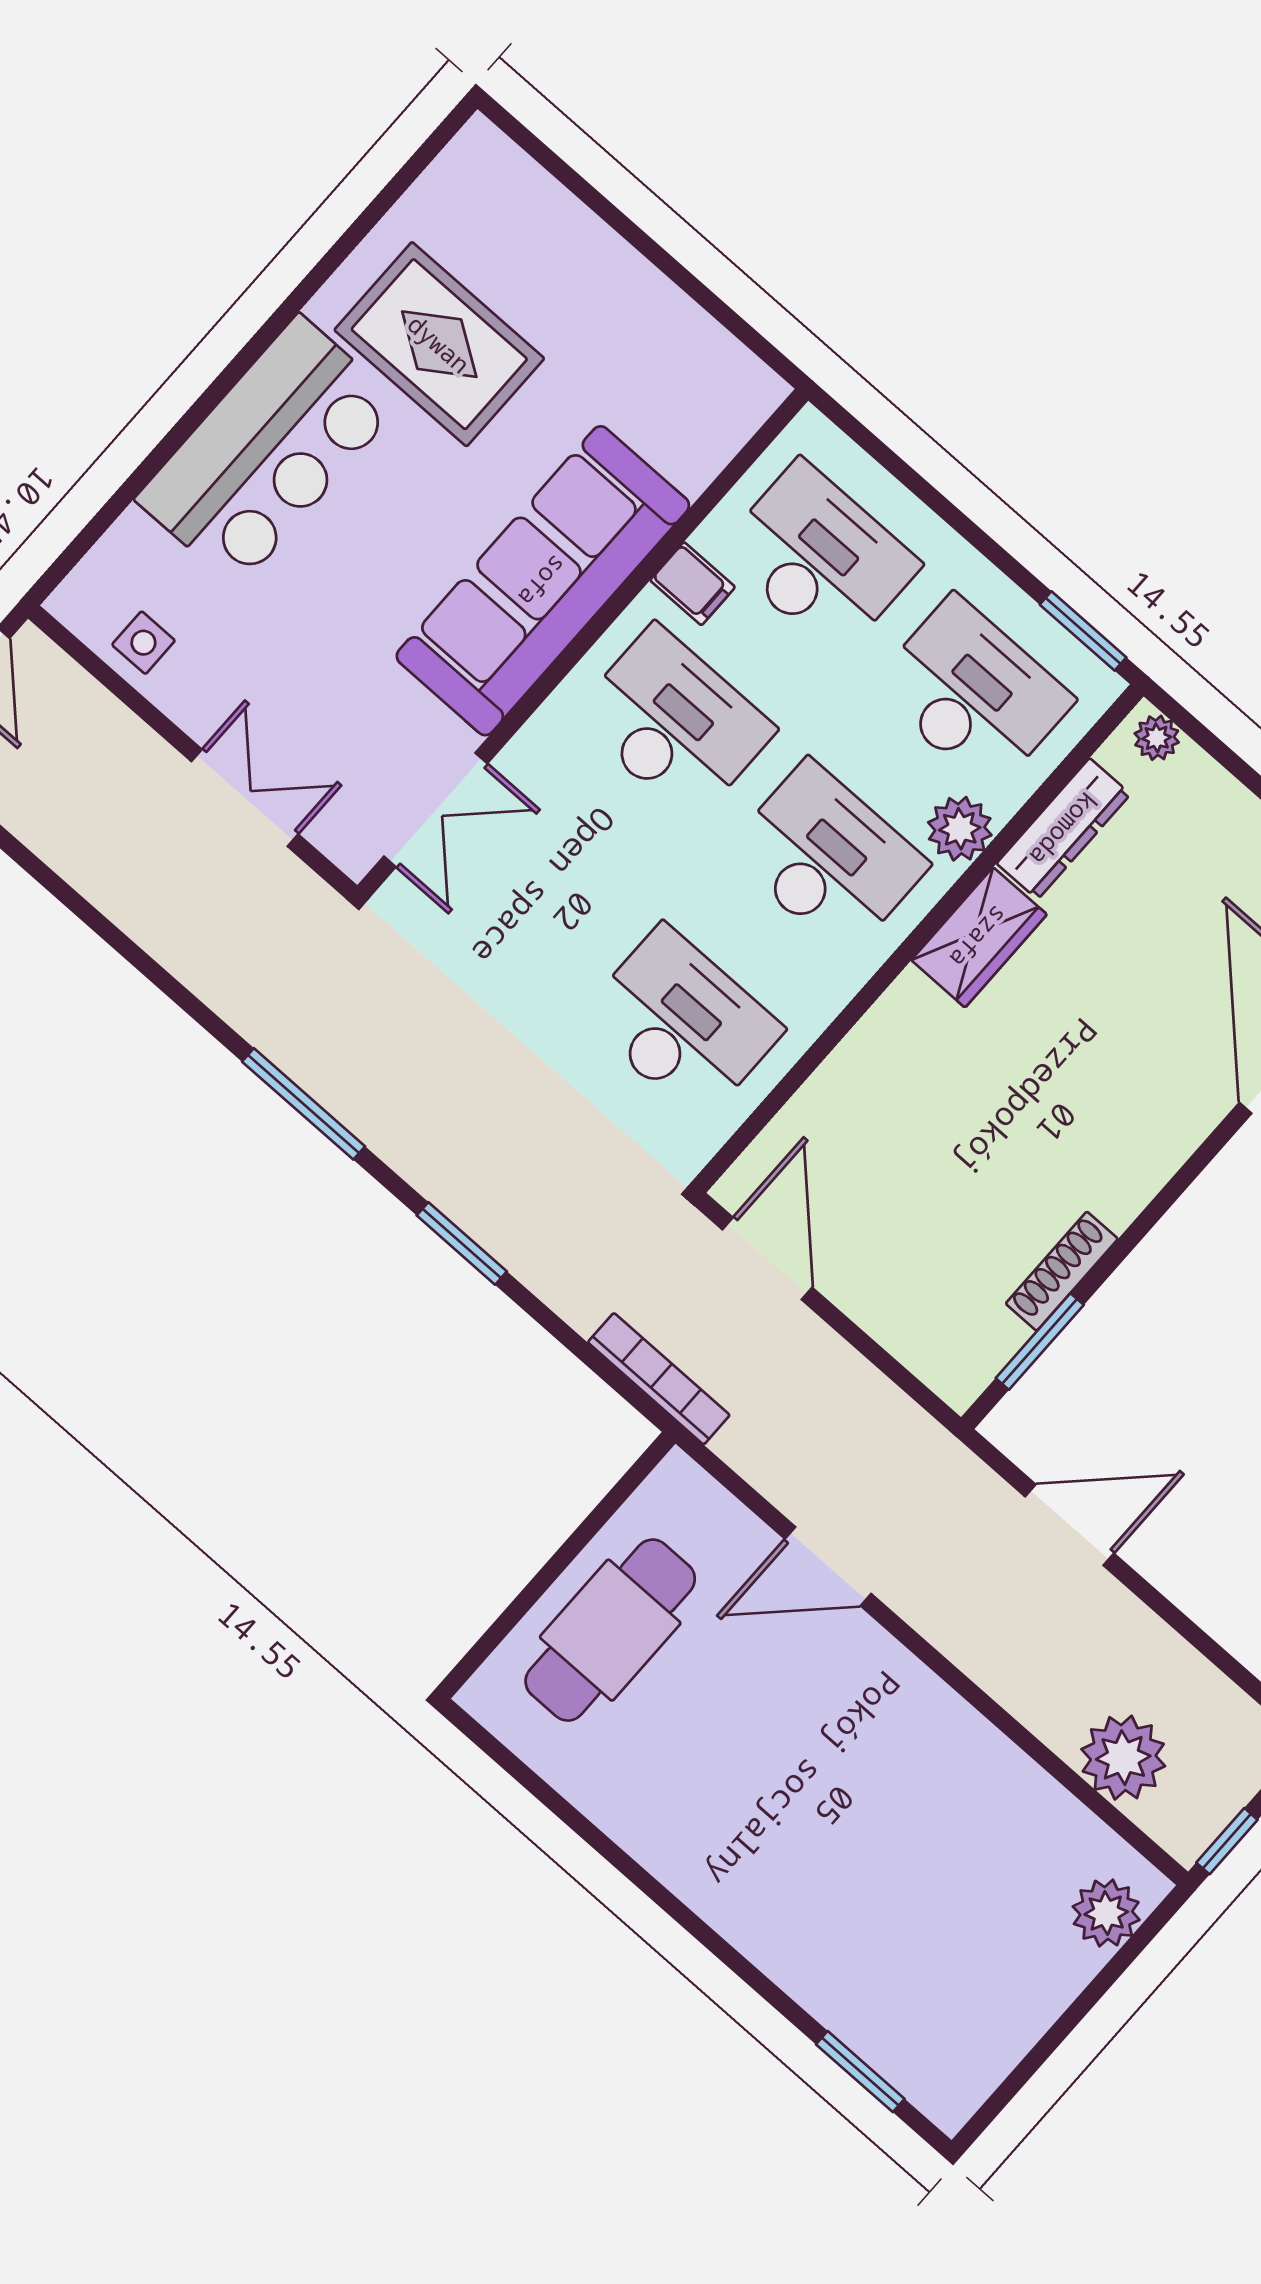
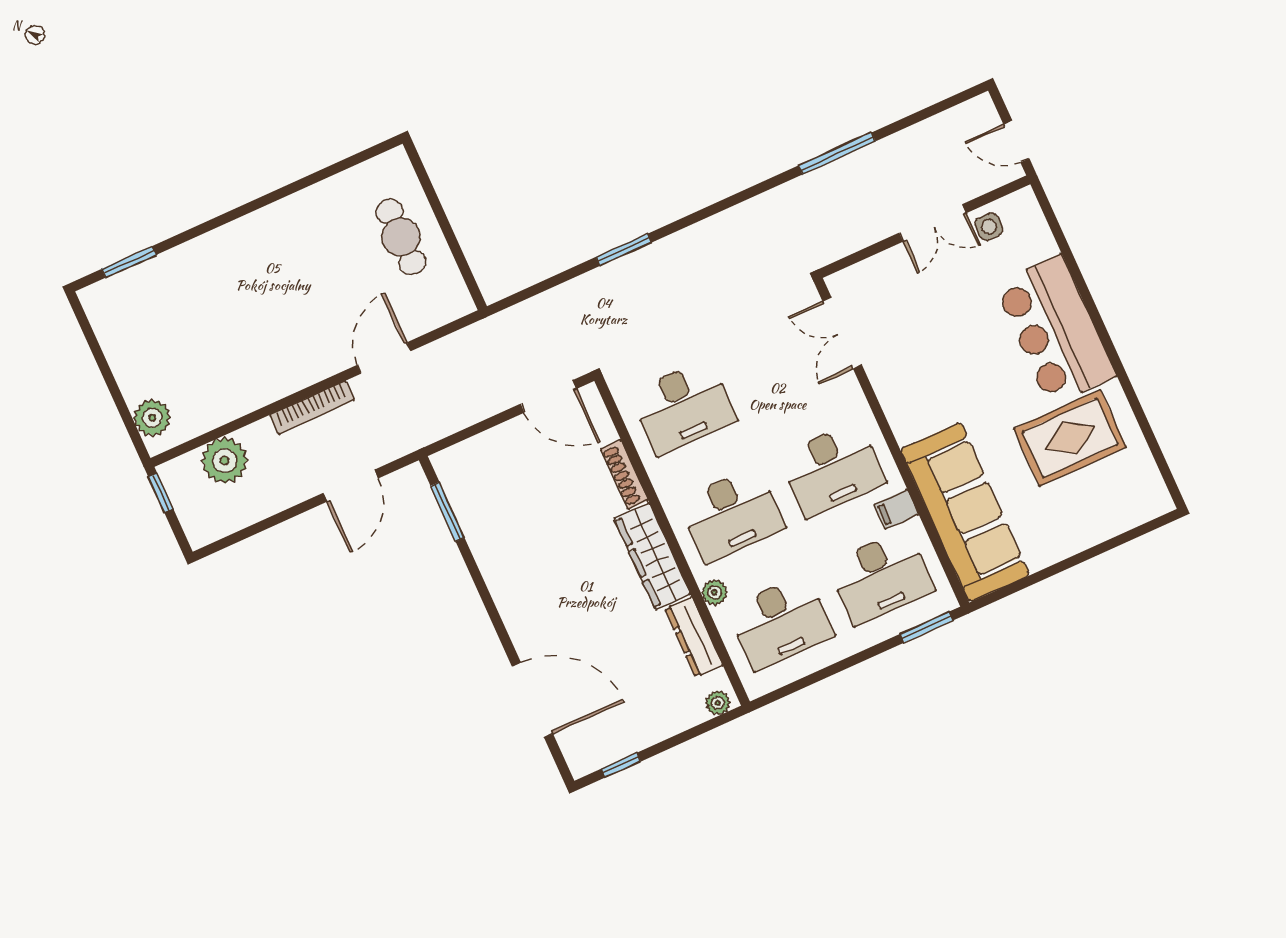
sofa: (543, 581) -> (965, 512), moved
window: (1083, 631) -> (927, 627), moved
double door: (245, 798) -> (933, 223), moved
plant: (960, 829) -> (714, 592), width x0.73, depth x0.73
wardrobe: (979, 937) -> (652, 556), width x1.50
window: (304, 1104) -> (837, 153), moved
shoe rack: (1062, 1271) -> (624, 475), moved, turned 180
bookcase: (659, 1379) -> (312, 407), moved
cafe table: (610, 1630) -> (401, 237), width x0.73, depth x0.74

